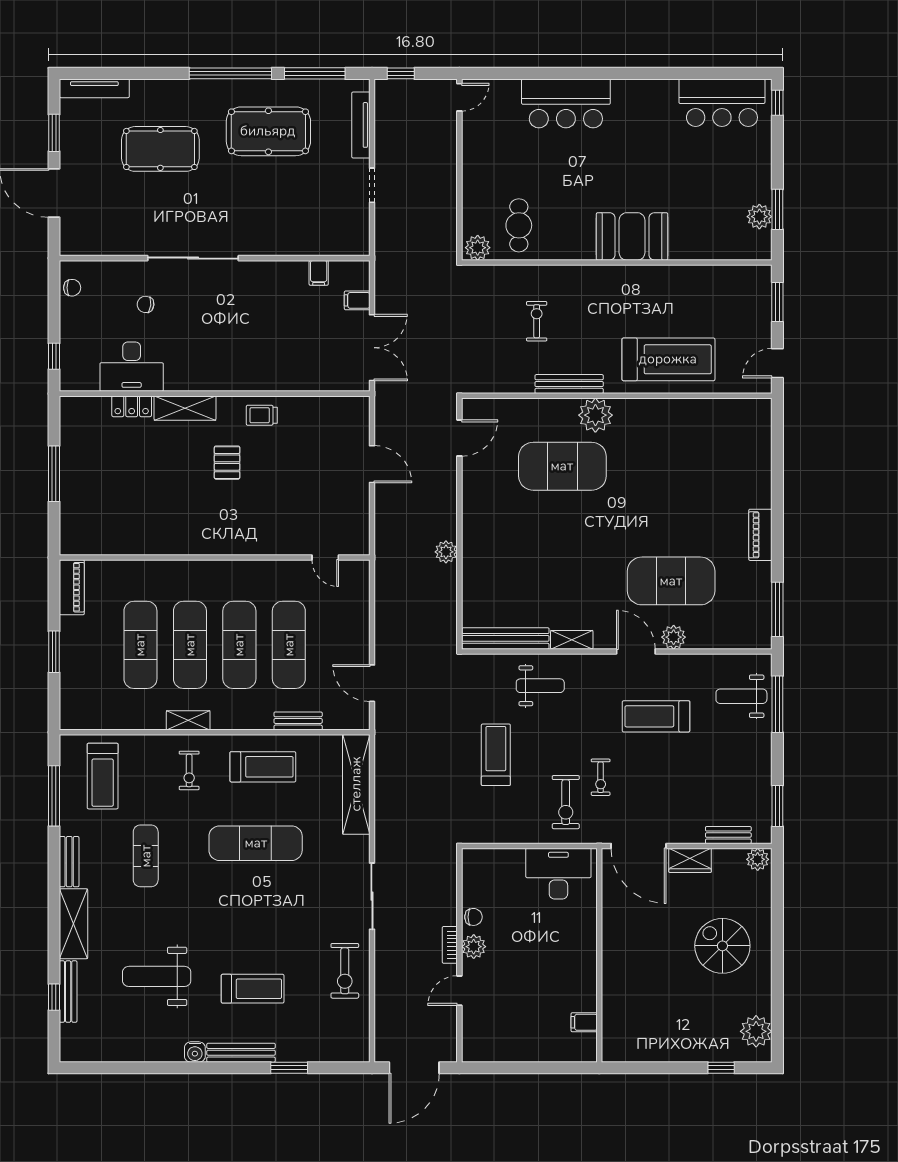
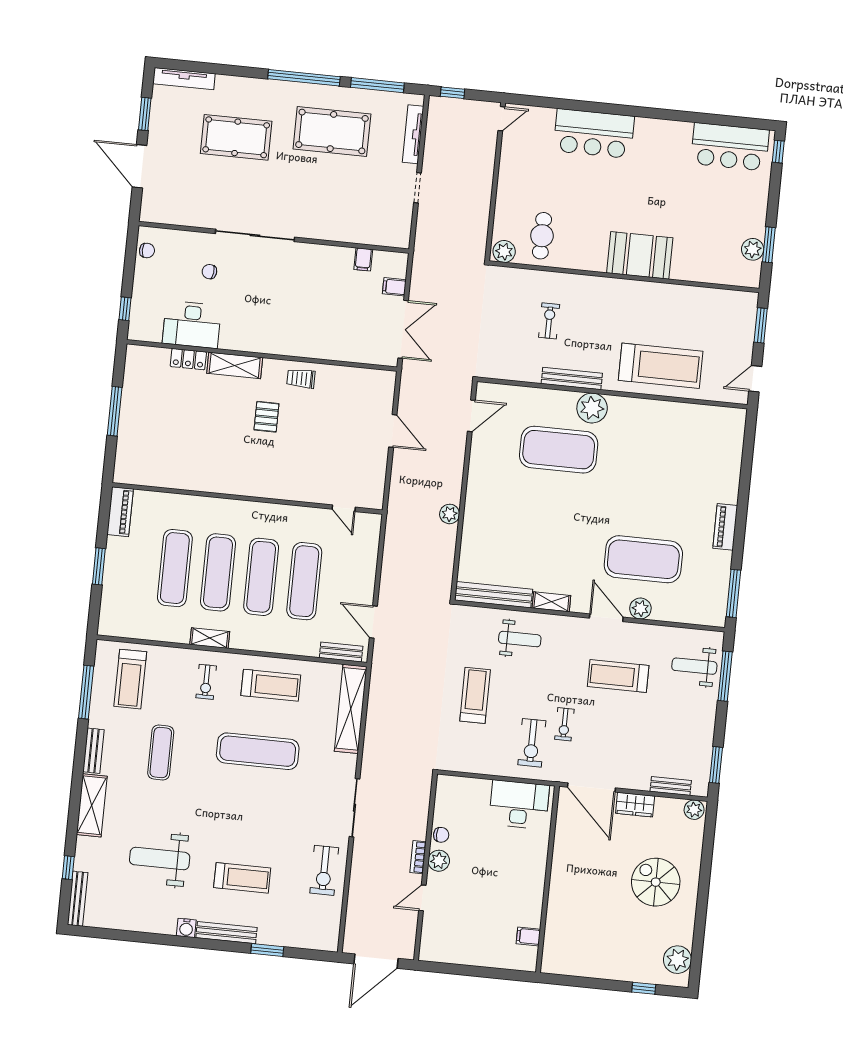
bench: (298, 721) -> (341, 652), moved
bench: (68, 992) -> (78, 899), moved

